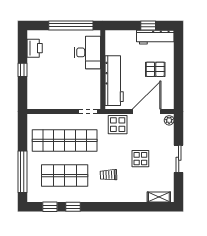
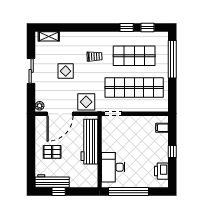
filing cabinet: (34, 96) -> (162, 128), added

